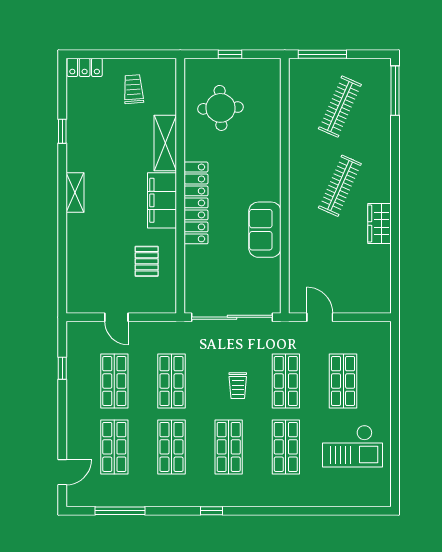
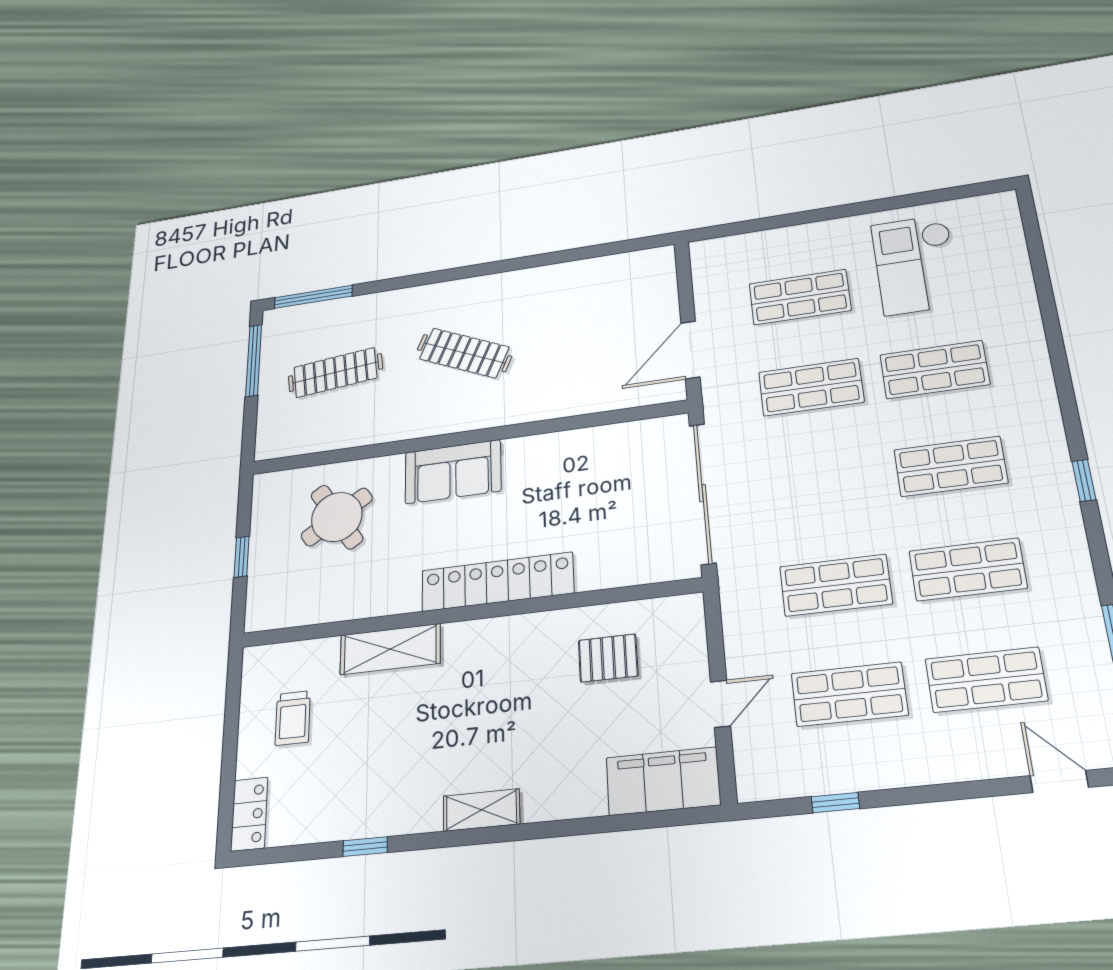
window: (322, 54) -> (254, 360), moved
trolley: (133, 89) -> (293, 718), turned -86
clothes rail: (340, 107) -> (335, 373), turned -30
round table: (220, 108) -> (337, 517), moved, turned -30
filing cabinet: (162, 200) -> (663, 781), moved, turned 180
wardrobe: (379, 223) -> (525, 285), removed
sofa: (265, 230) -> (453, 472), moved
door: (320, 317) -> (690, 350), width x1.38
trolley: (238, 386) -> (830, 466), removed
checkout: (352, 446) -> (916, 265), turned 180

